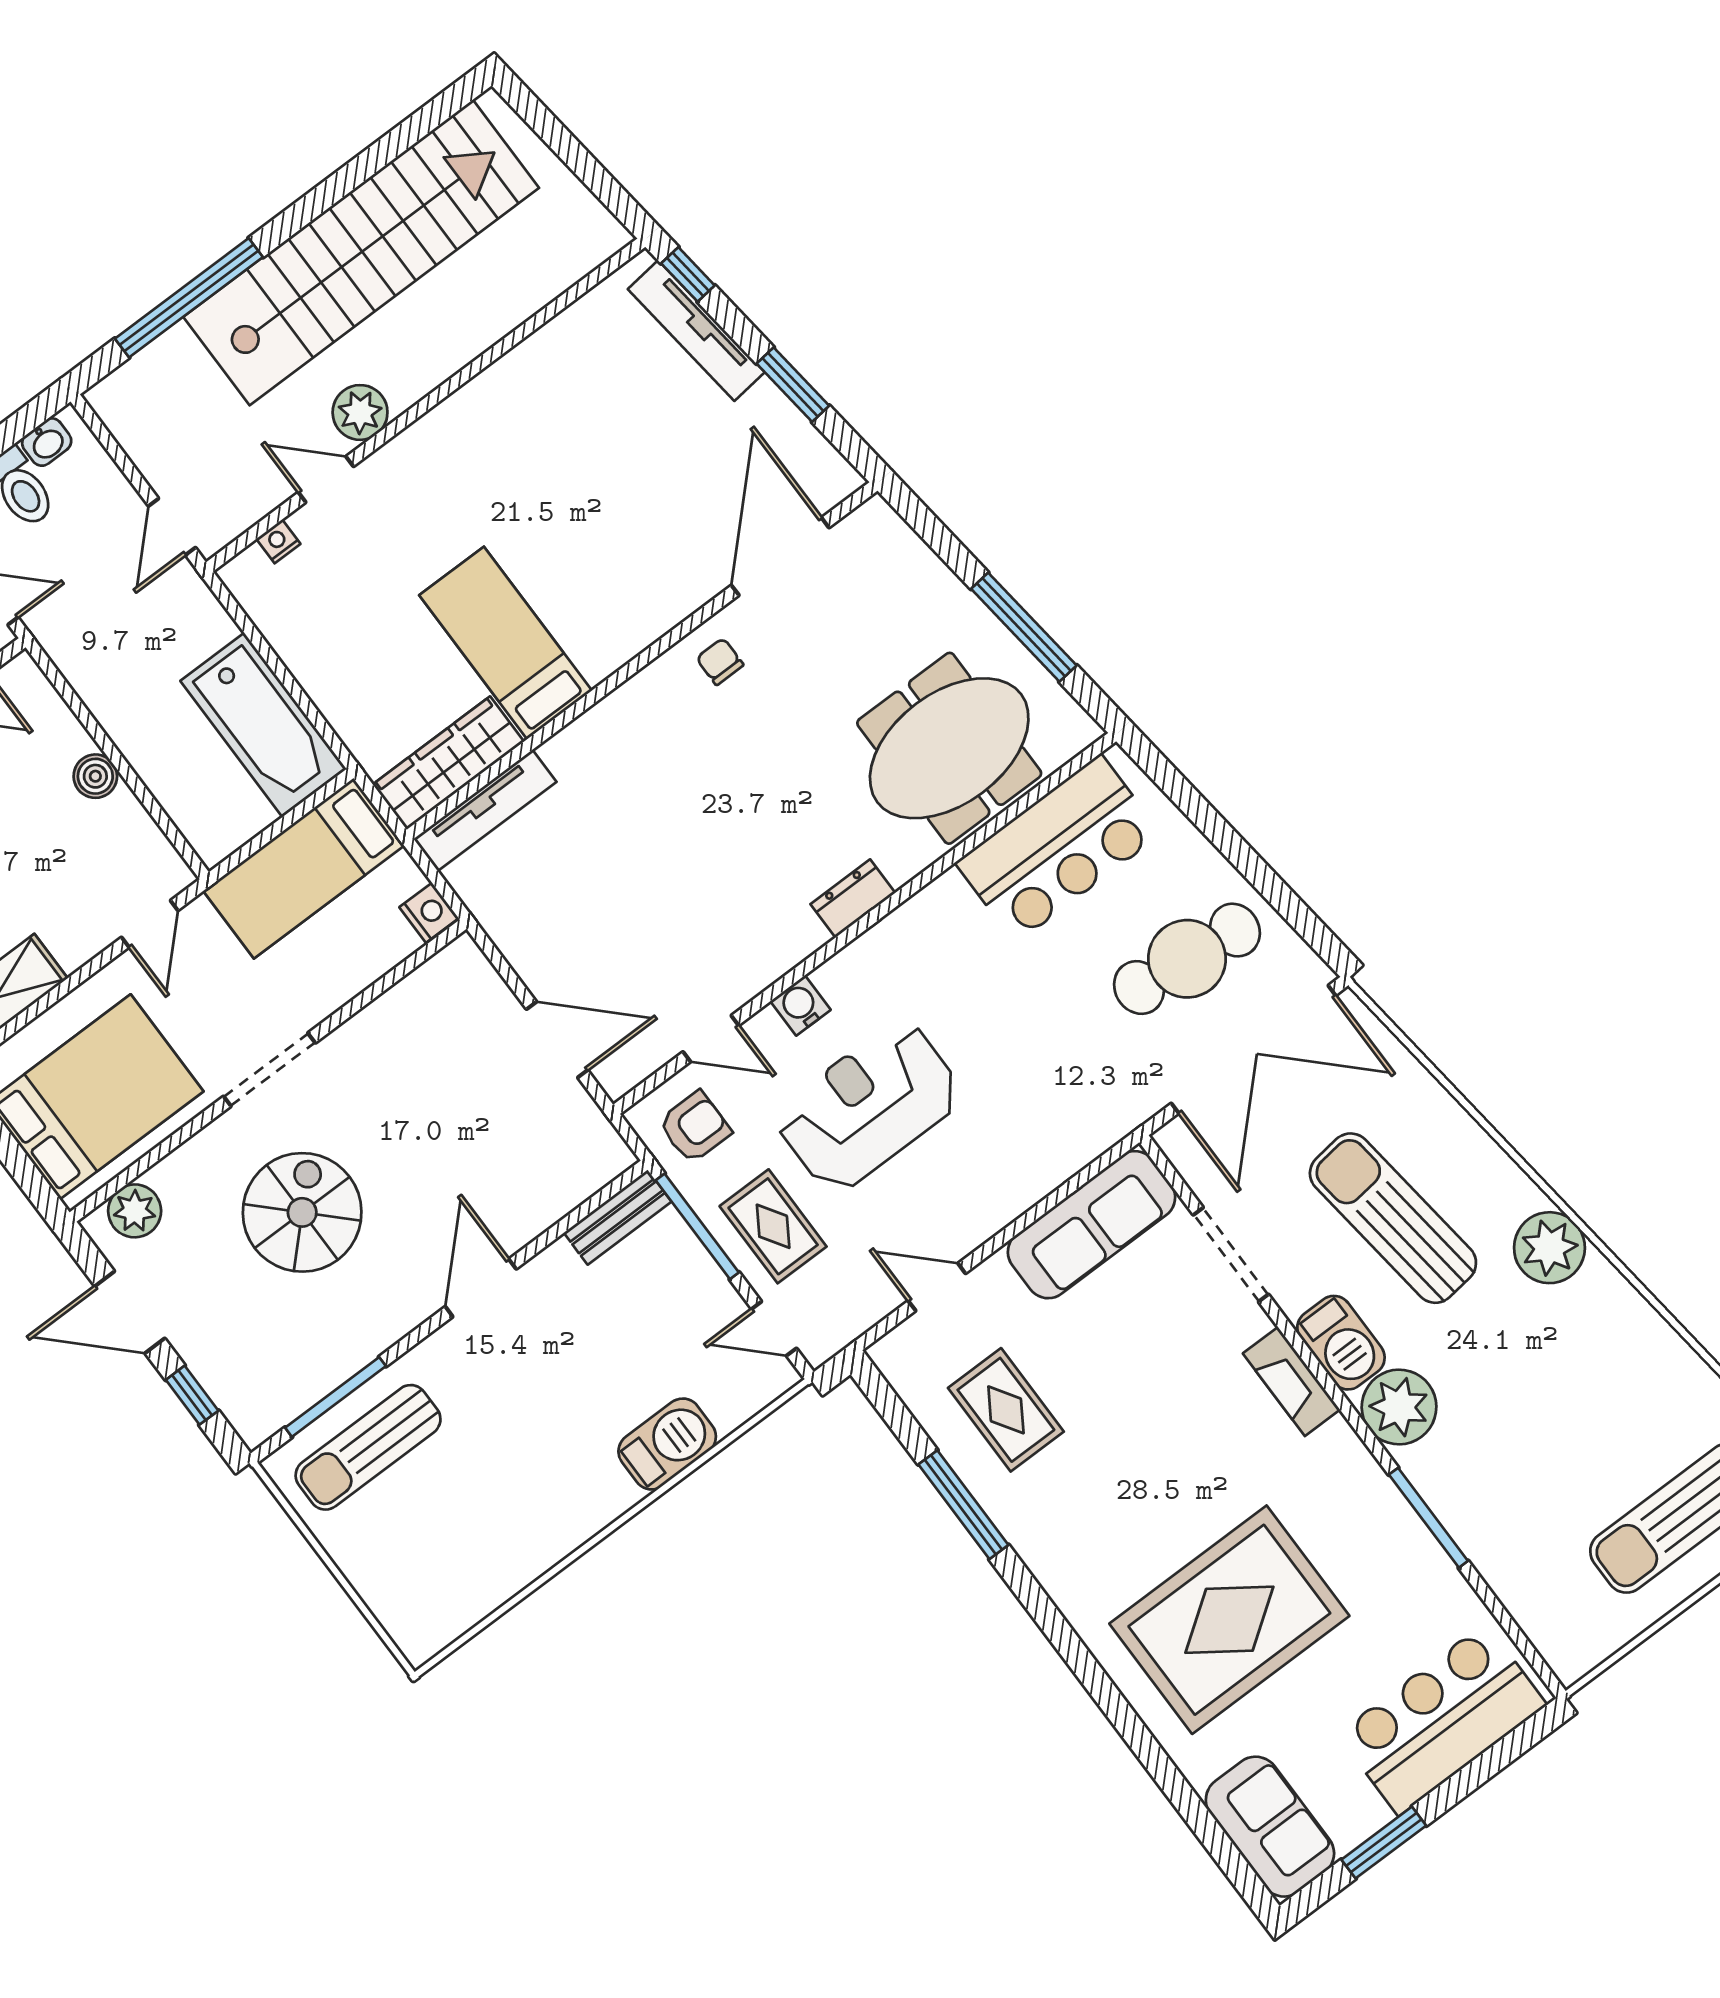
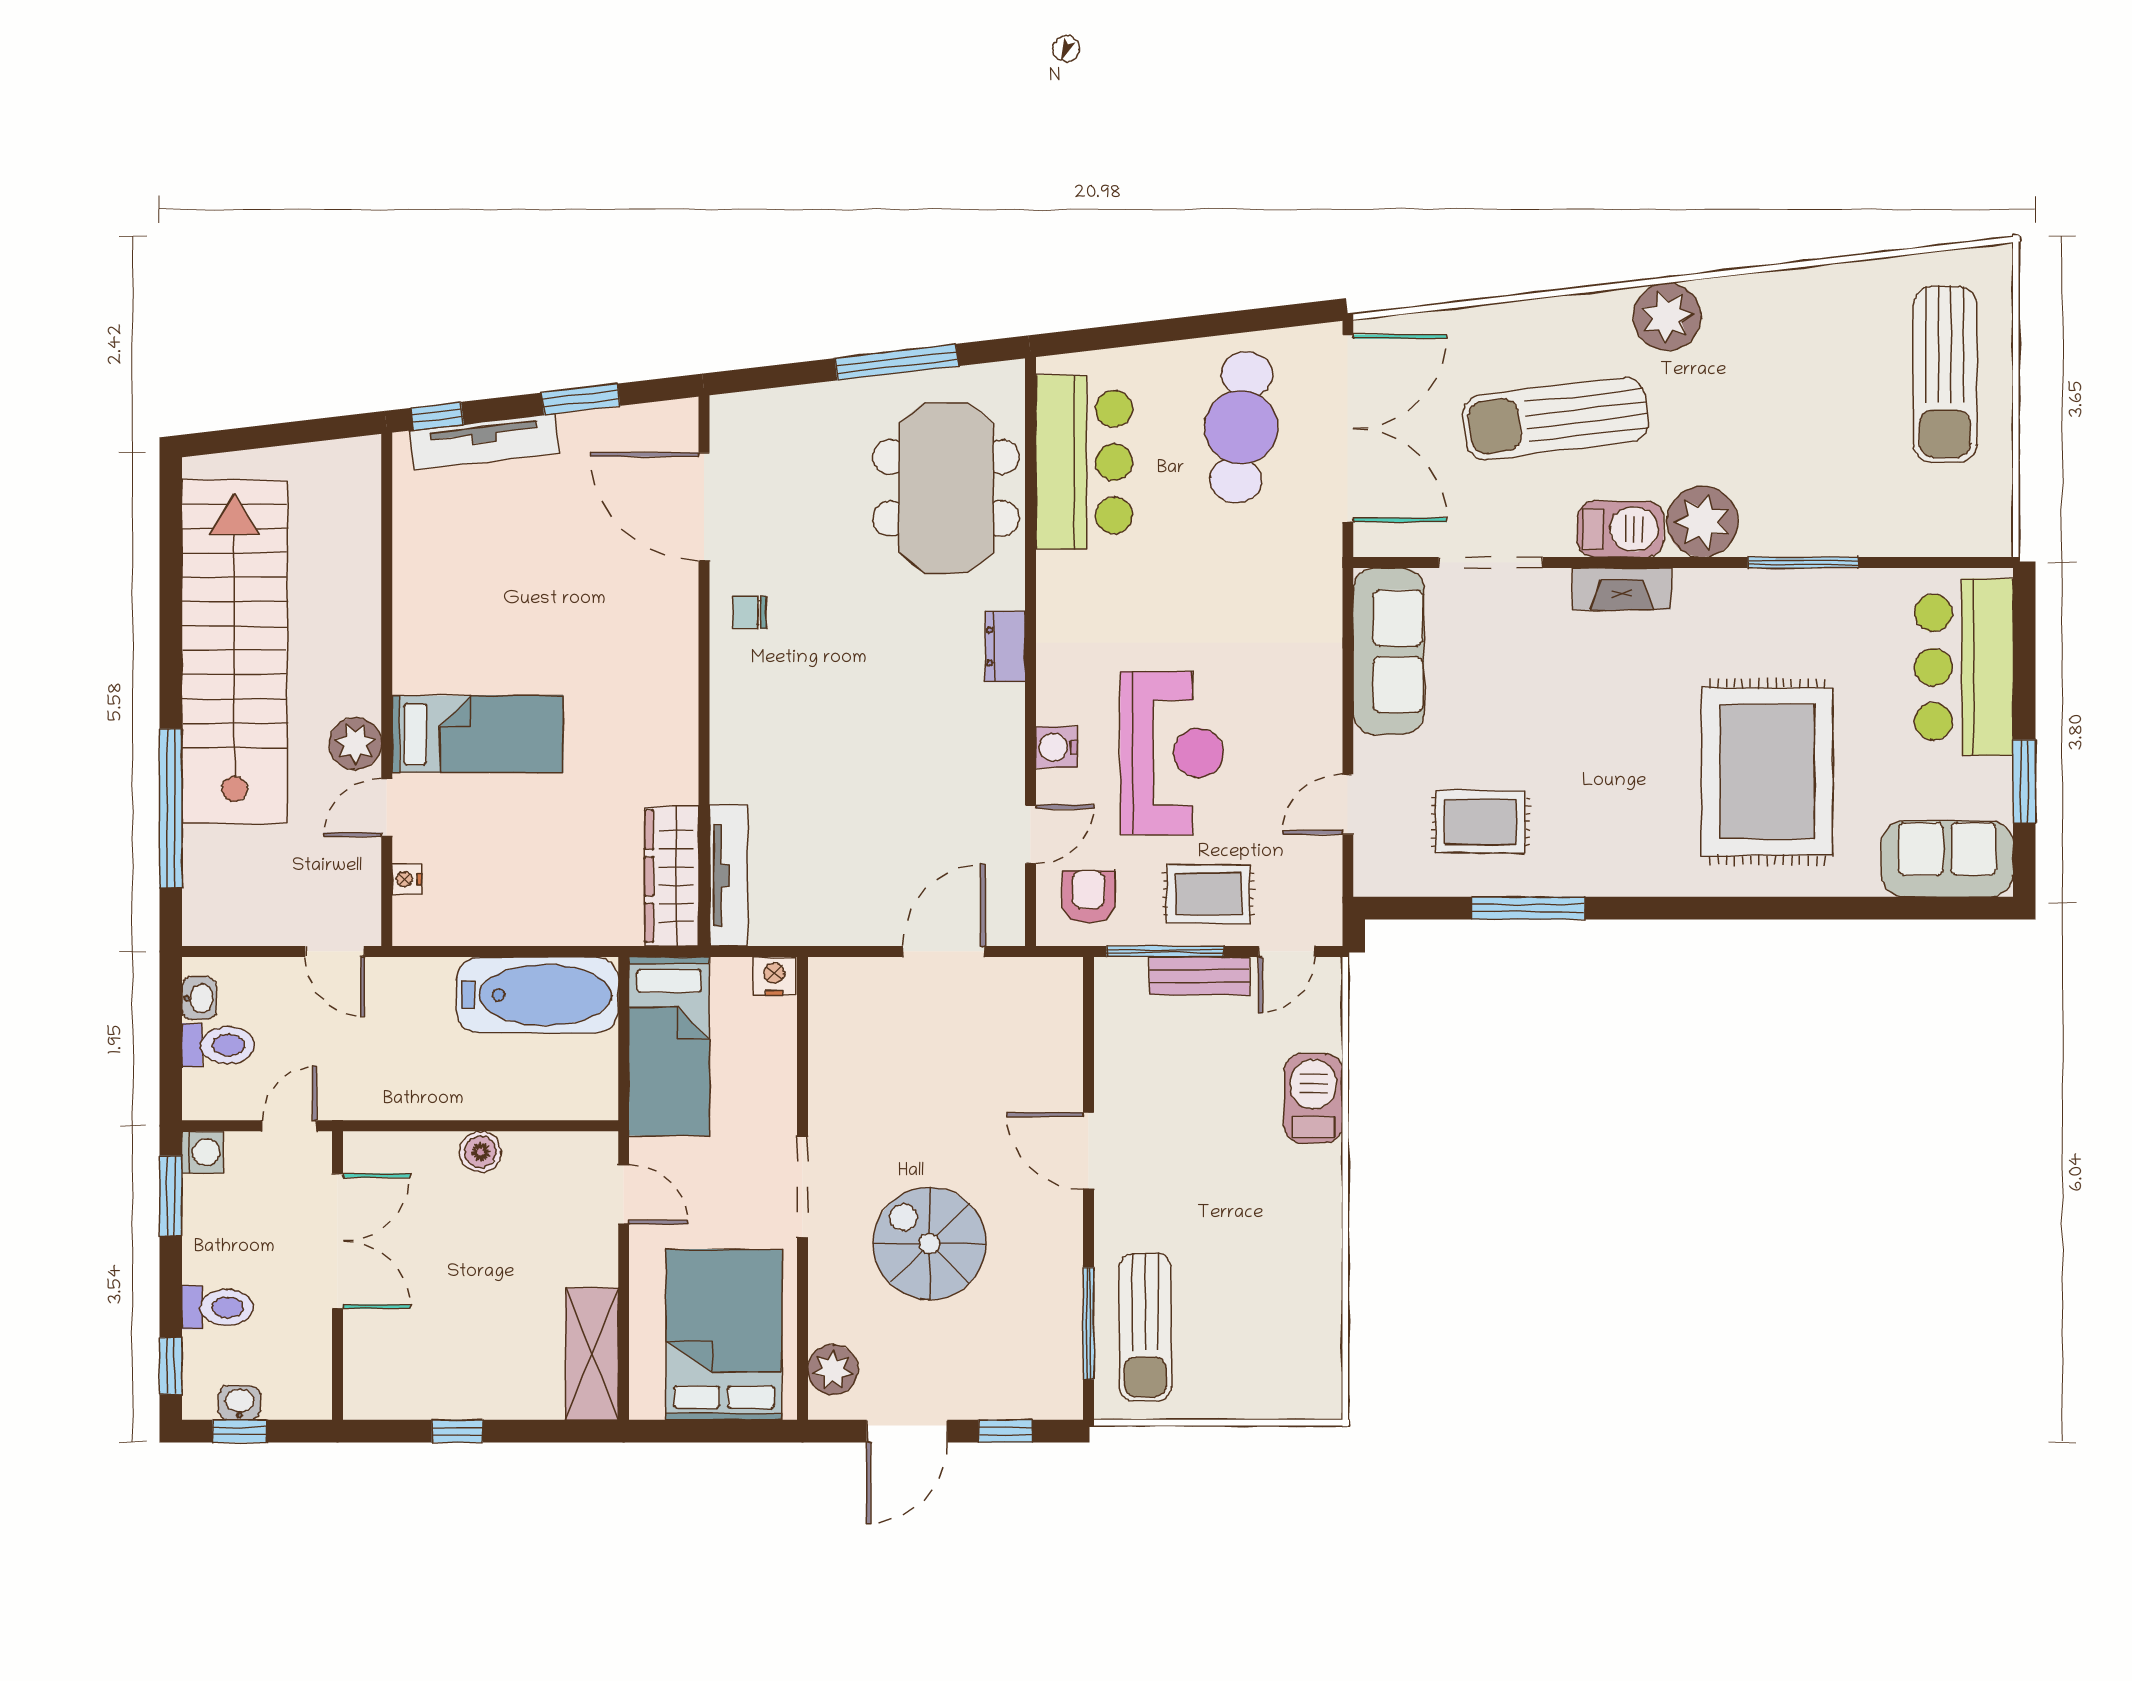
bed: (506, 643) -> (478, 734), moved, turned 180
reception desk: (869, 1106) -> (1172, 753), turned 180
bench: (618, 1217) -> (1199, 976), moved, turned 90

